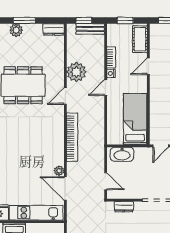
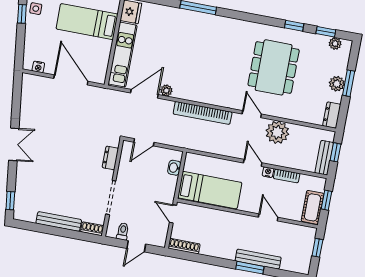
plant: (16, 30) -> (337, 84), moved
cot: (140, 39) -> (313, 207), moved, turned 90
washbasin: (122, 154) -> (174, 168), width x0.52, depth x0.69

